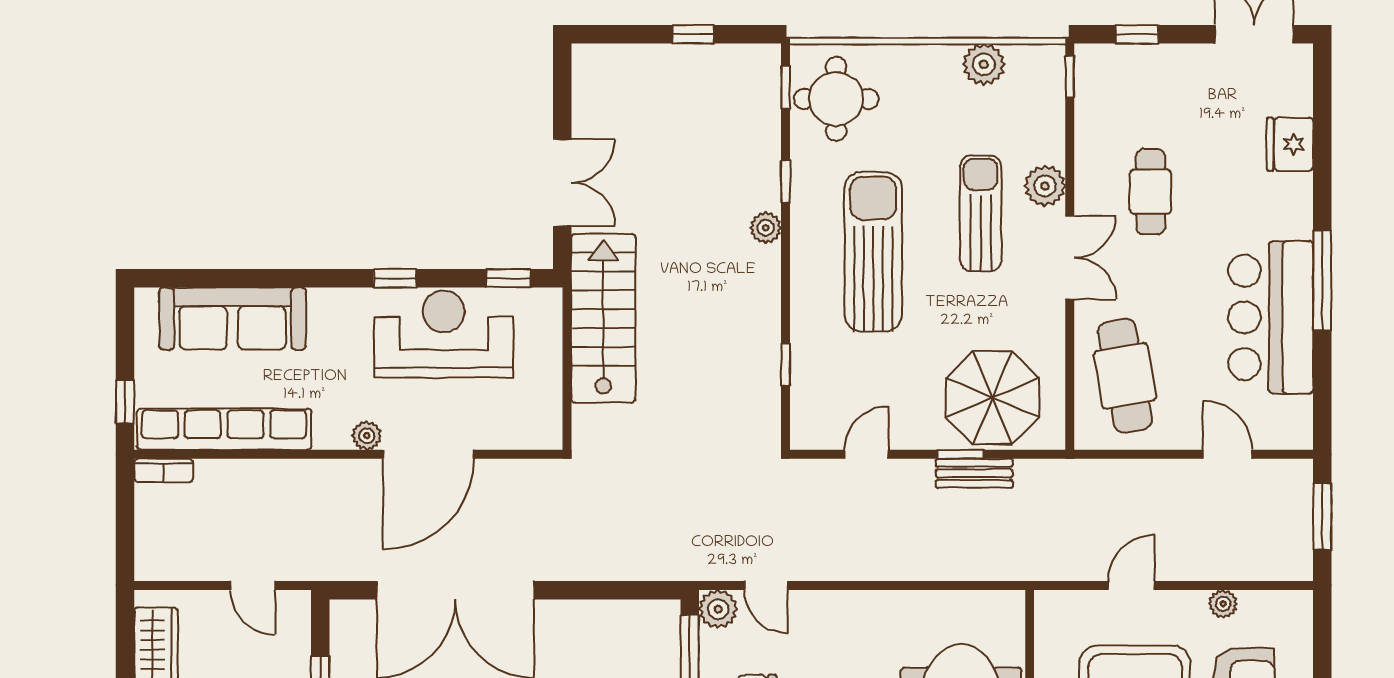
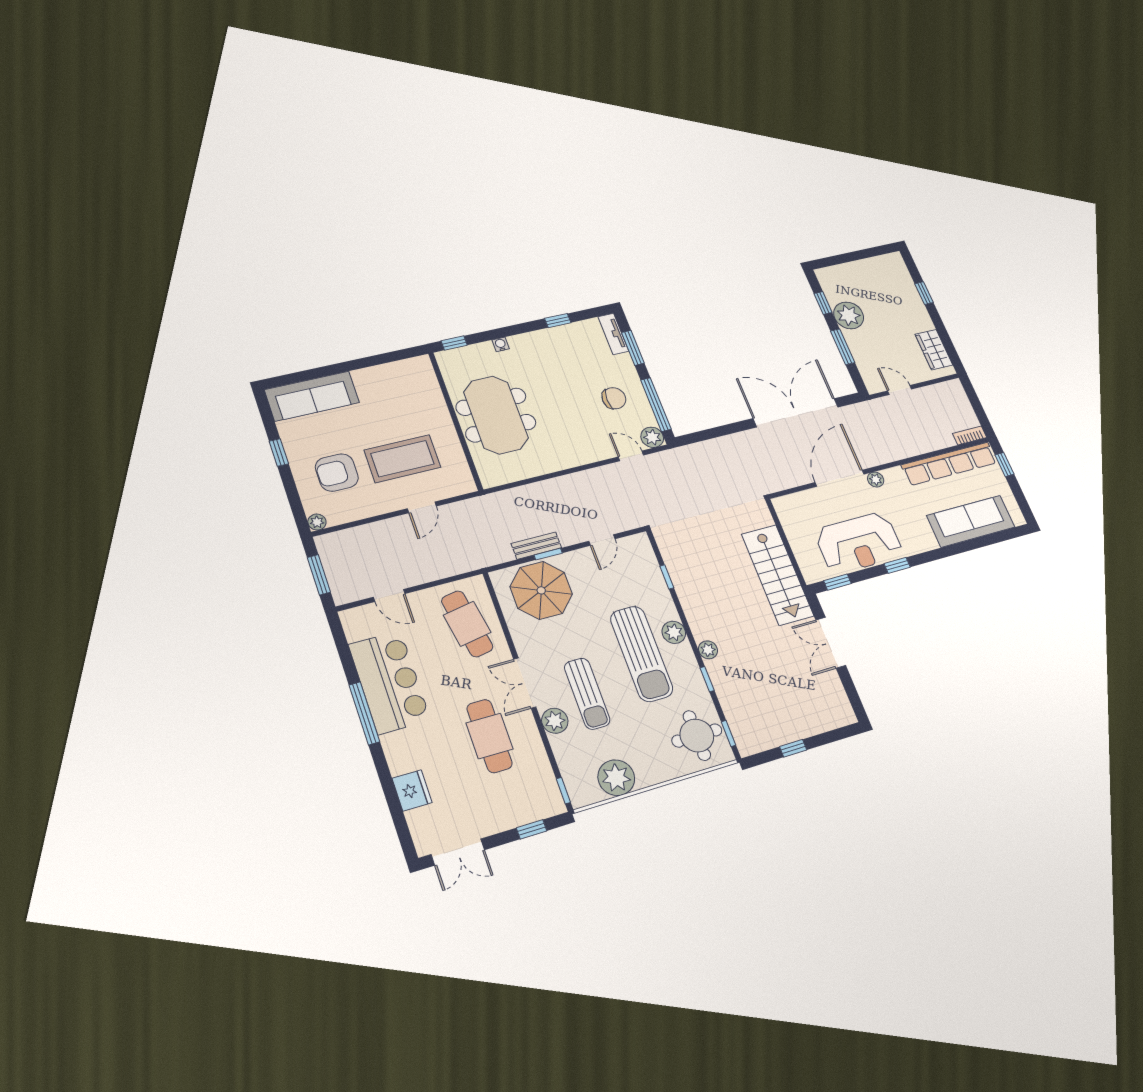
plant: (984, 64) -> (616, 778), width x1.36, depth x1.36
cafe table: (1150, 192) -> (489, 736), width x1.37, depth x1.35
plant: (809, 271) -> (674, 632), added
plant: (1223, 604) -> (317, 522), moved

